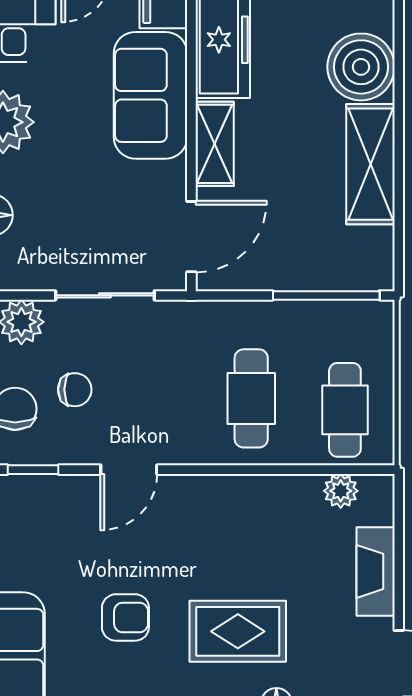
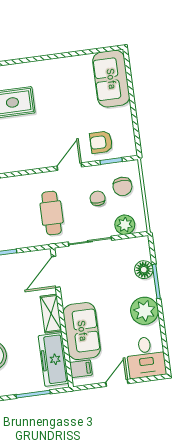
chair: (75, 390) -> (98, 198), turned 90
cafe table: (251, 398) -> (52, 213), moved
armchair: (125, 617) -> (101, 142), moved

